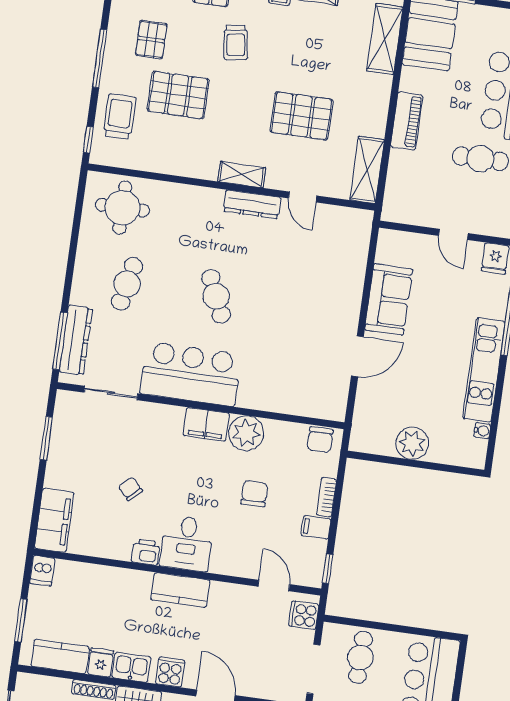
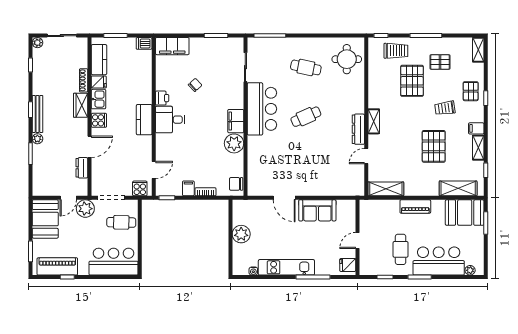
pallet: (301, 116) -> (434, 146), moved
dresser: (76, 340) -> (271, 44), removed
chair: (254, 494) -> (202, 152), removed

